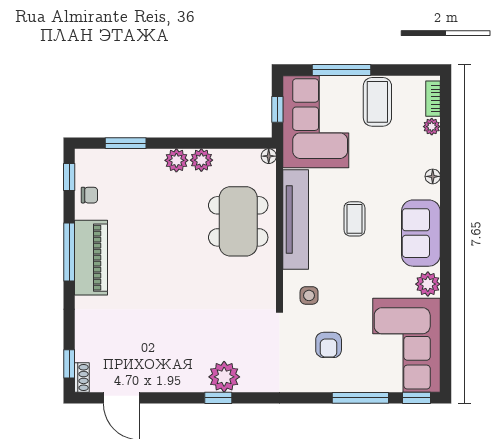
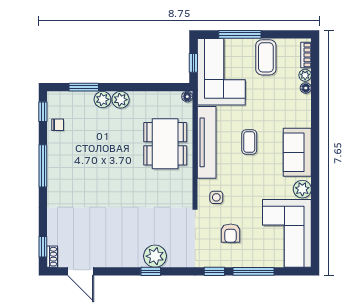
plant: (201, 160) -> (102, 99), moved
floor lamp: (433, 176) -> (306, 88), moved
piano: (91, 258) -> (59, 170), removed
window: (416, 398) -> (214, 271), moved

